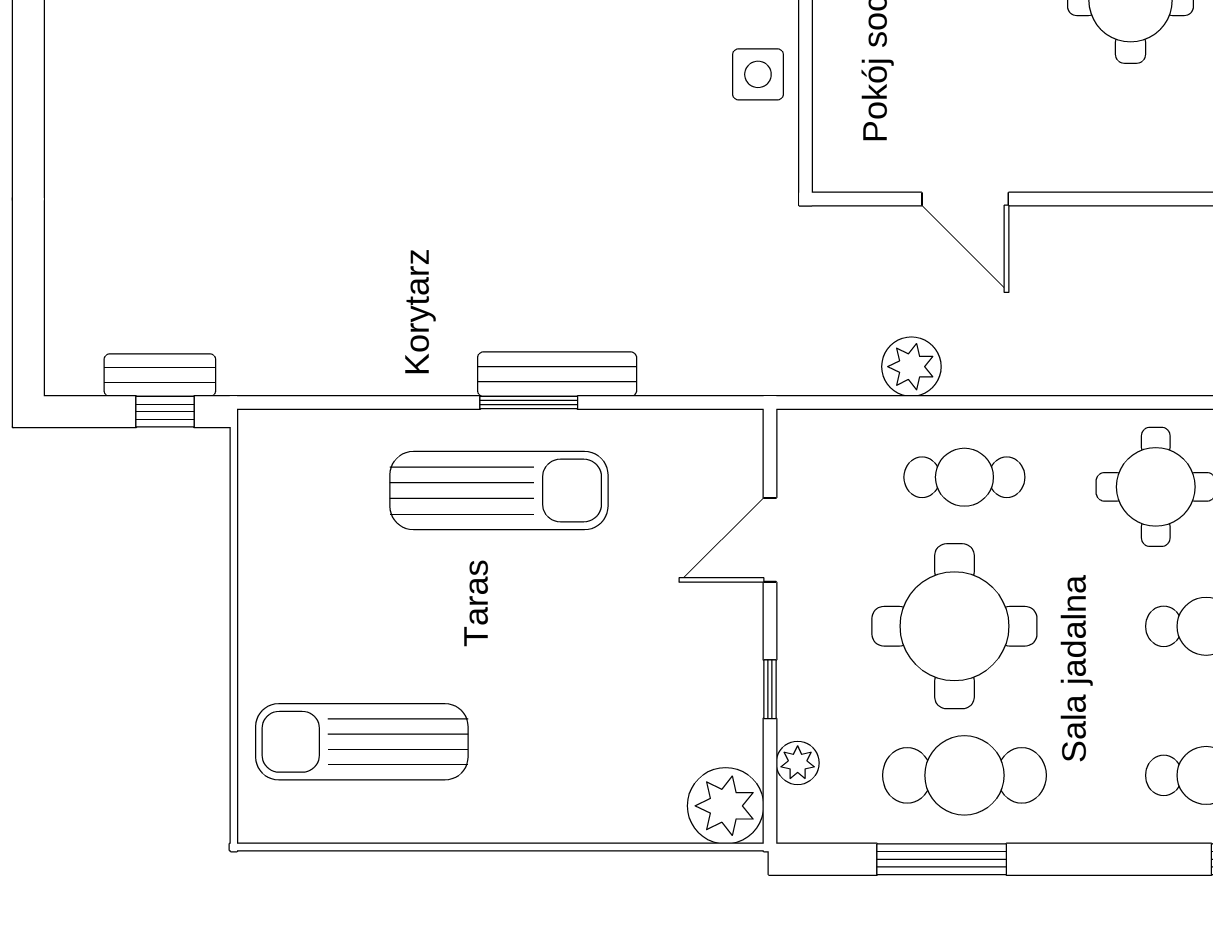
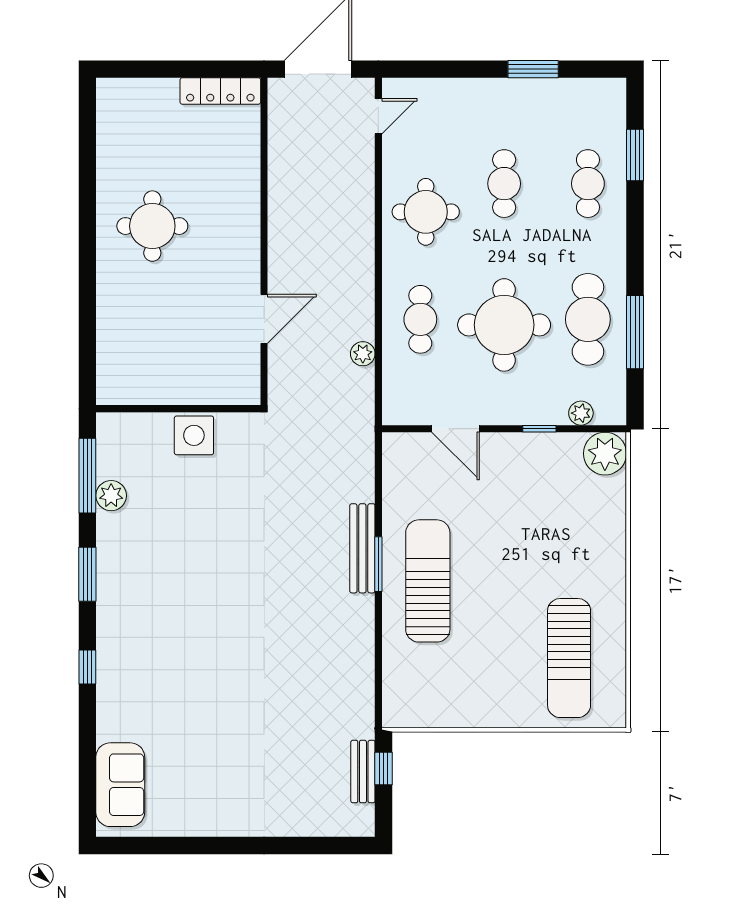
side table: (758, 74) -> (194, 435), width x1.37, depth x1.37
plant: (911, 367) -> (363, 354), width x0.73, depth x0.73

